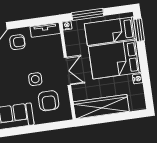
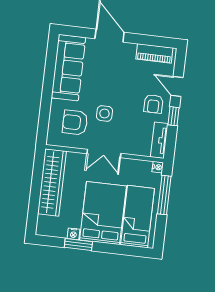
window: (23, 24) -> (174, 116), added
window: (139, 30) -> (78, 244), moved

